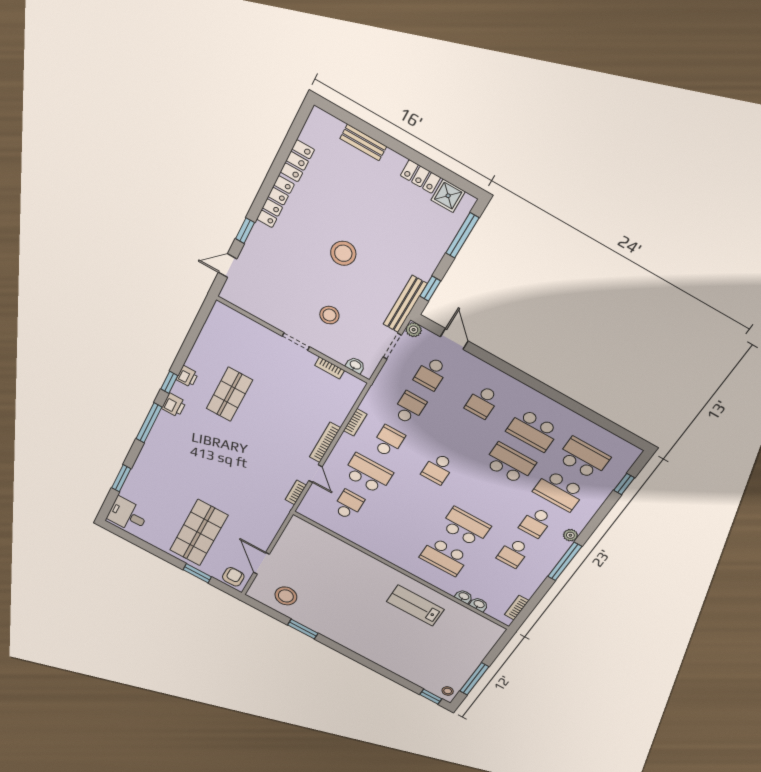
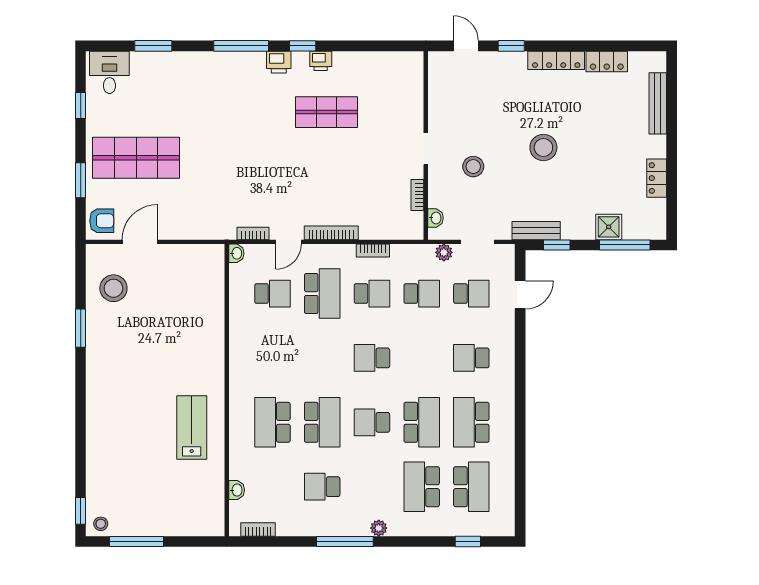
bench: (363, 142) -> (658, 103), width x1.36
shower: (448, 196) -> (609, 227), moved
bench: (405, 304) -> (536, 231), width x0.73
plant: (414, 330) -> (444, 252), moved
school desk: (431, 373) -> (471, 294), turned 180
school desk: (536, 522) -> (372, 422), moved
window: (143, 545) -> (81, 105), added
washbasin: (464, 596) -> (236, 253), moved

